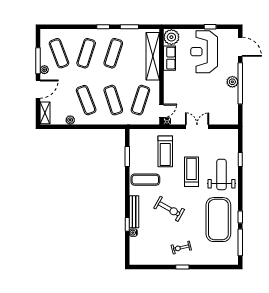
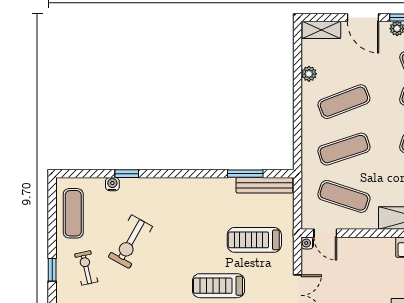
treadmill: (191, 172) -> (218, 286), turned 180
exercise mat: (145, 180) -> (73, 213), moved
exercise bike: (169, 209) -> (130, 242), moved
bench: (134, 212) -> (264, 185), moved

